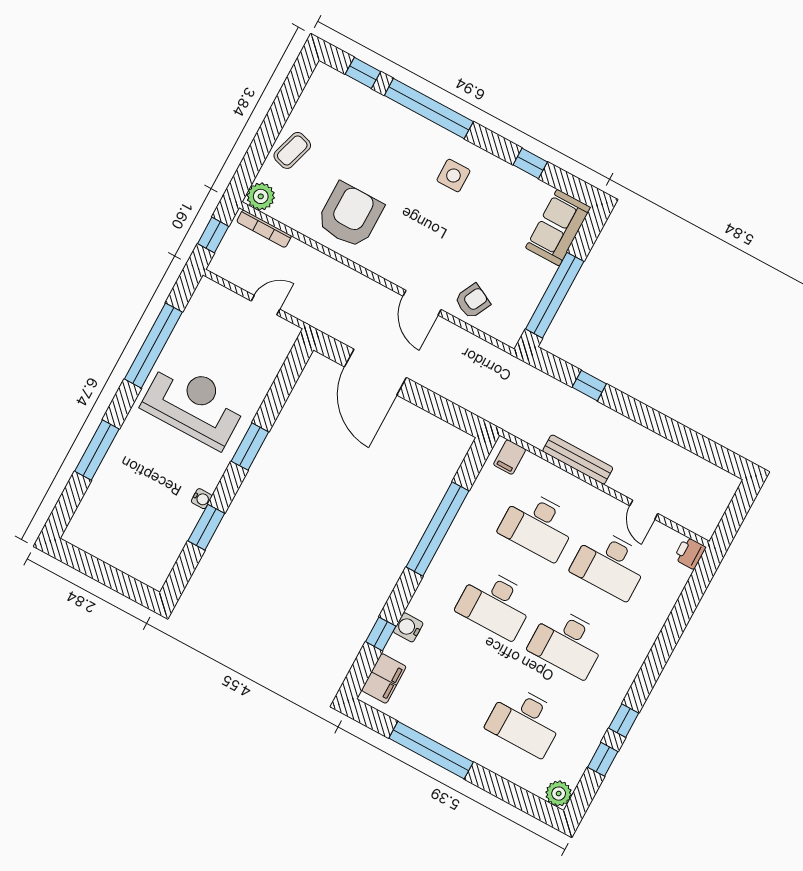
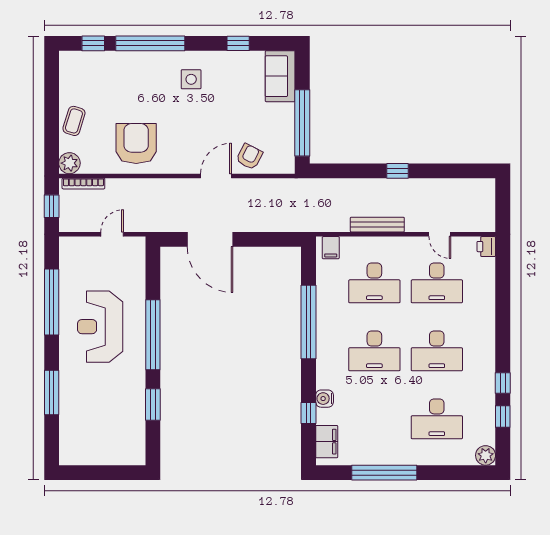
door: (422, 303) -> (216, 176), swing flipped
window: (589, 386) -> (398, 171), moved
reception desk: (194, 404) -> (100, 327), turned -90
window: (250, 447) -> (153, 335), width x2.11
water cooler: (202, 499) -> (139, 387), removed

